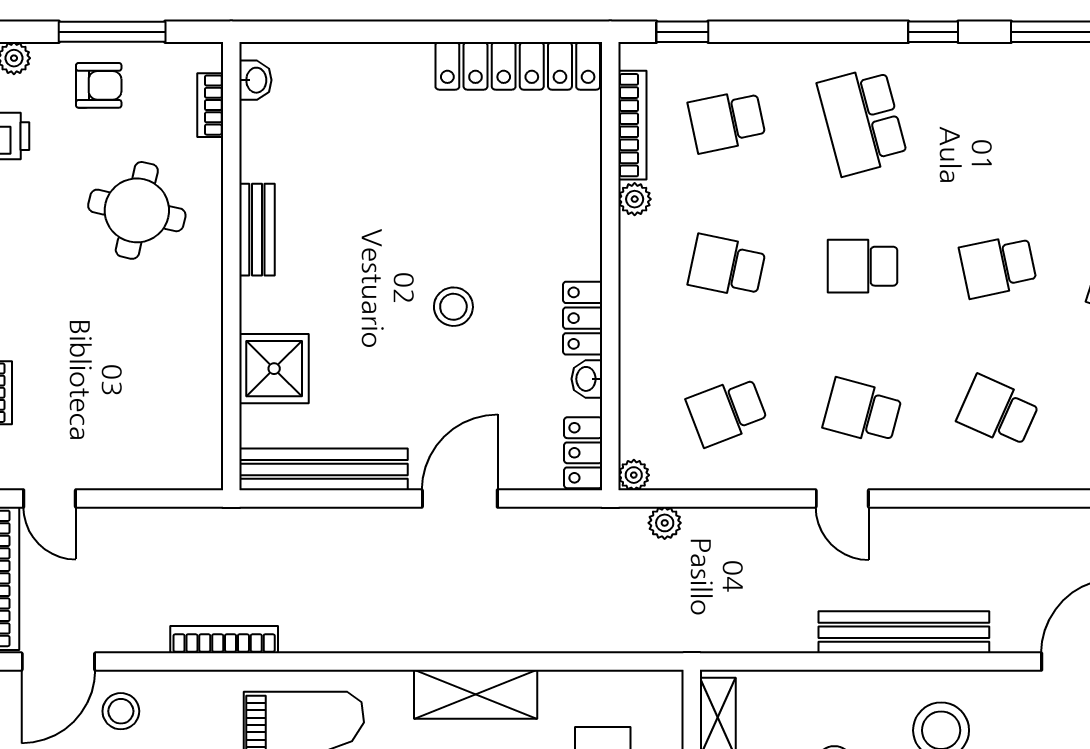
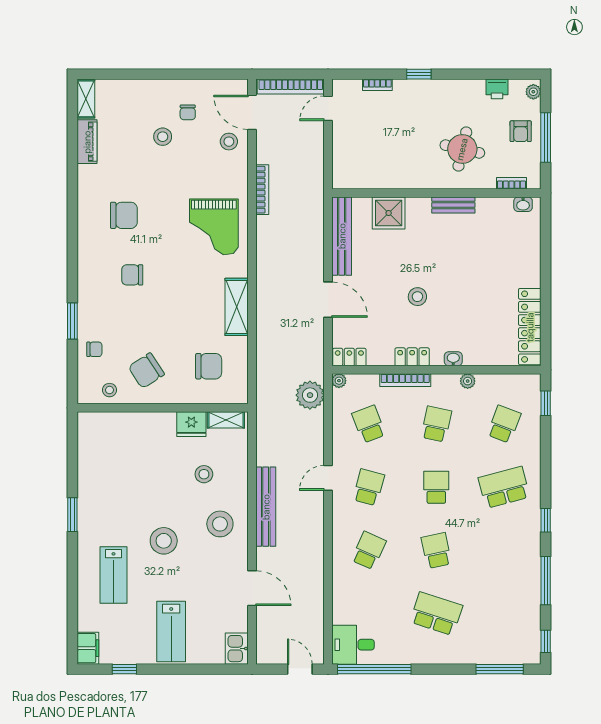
school desk: (727, 121) -> (504, 424), turned 33
bookcase: (632, 125) -> (405, 380), moved
washbasin: (587, 379) -> (453, 359), moved
plant: (665, 523) -> (310, 395), width x1.87, depth x1.87

